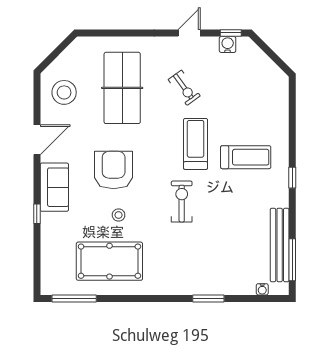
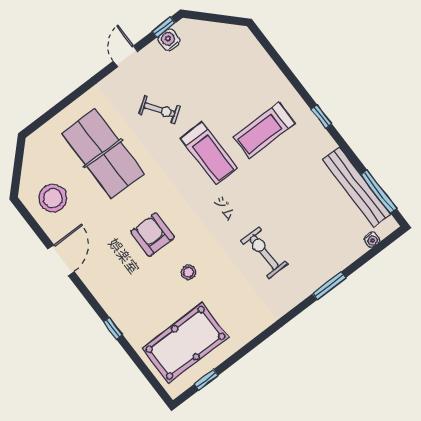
treadmill: (196, 144) -> (209, 153), turned 180
treadmill: (246, 157) -> (264, 130), turned 180
armchair: (114, 170) -> (152, 235), width x0.73, depth x0.73
sofa: (54, 187) -> (110, 292), removed
exercise bike: (182, 202) -> (264, 252), moved
pool table: (109, 261) -> (185, 343), moved
window: (74, 298) -> (206, 380), width x0.46

